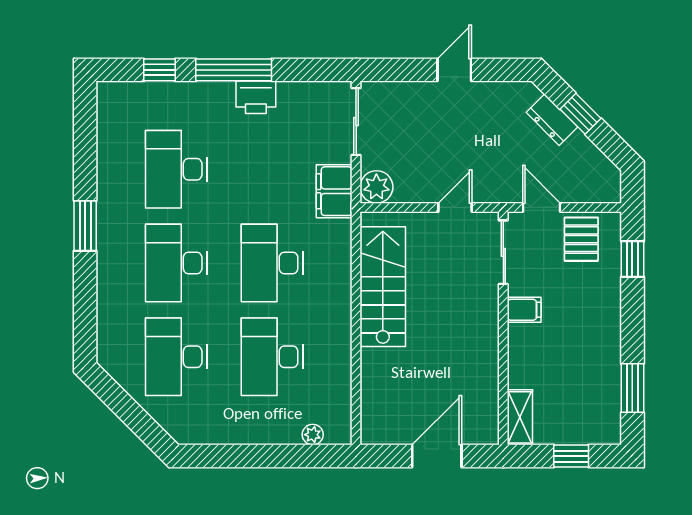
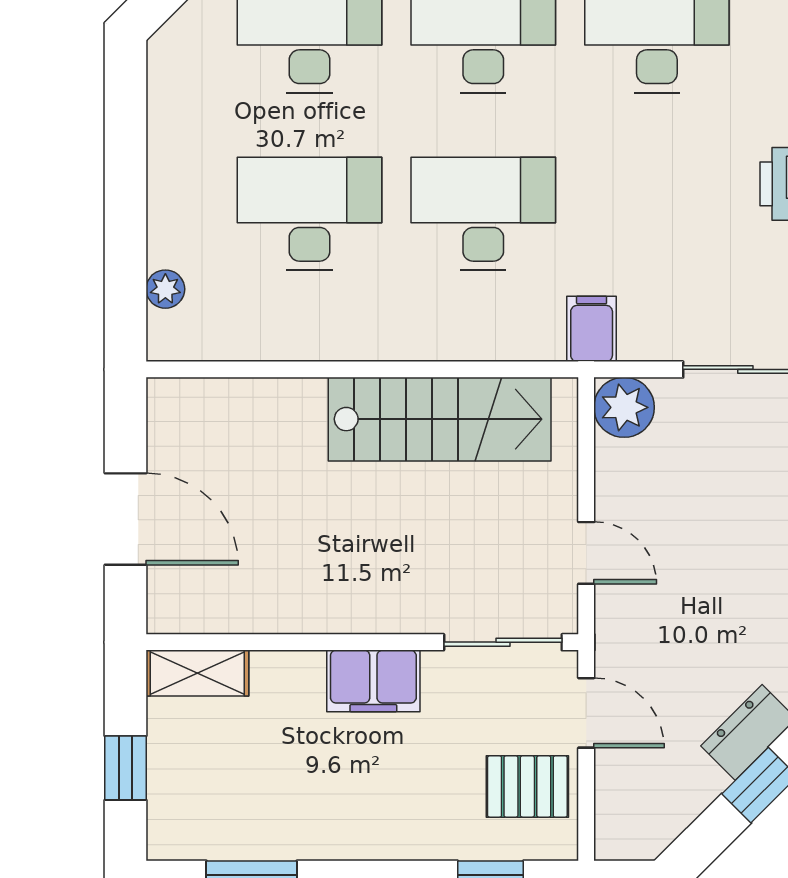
filing cabinet: (334, 191) -> (592, 329), width x0.50
door: (541, 207) -> (586, 713), hinge flipped
filing cabinet: (524, 310) -> (373, 681), width x2.00

